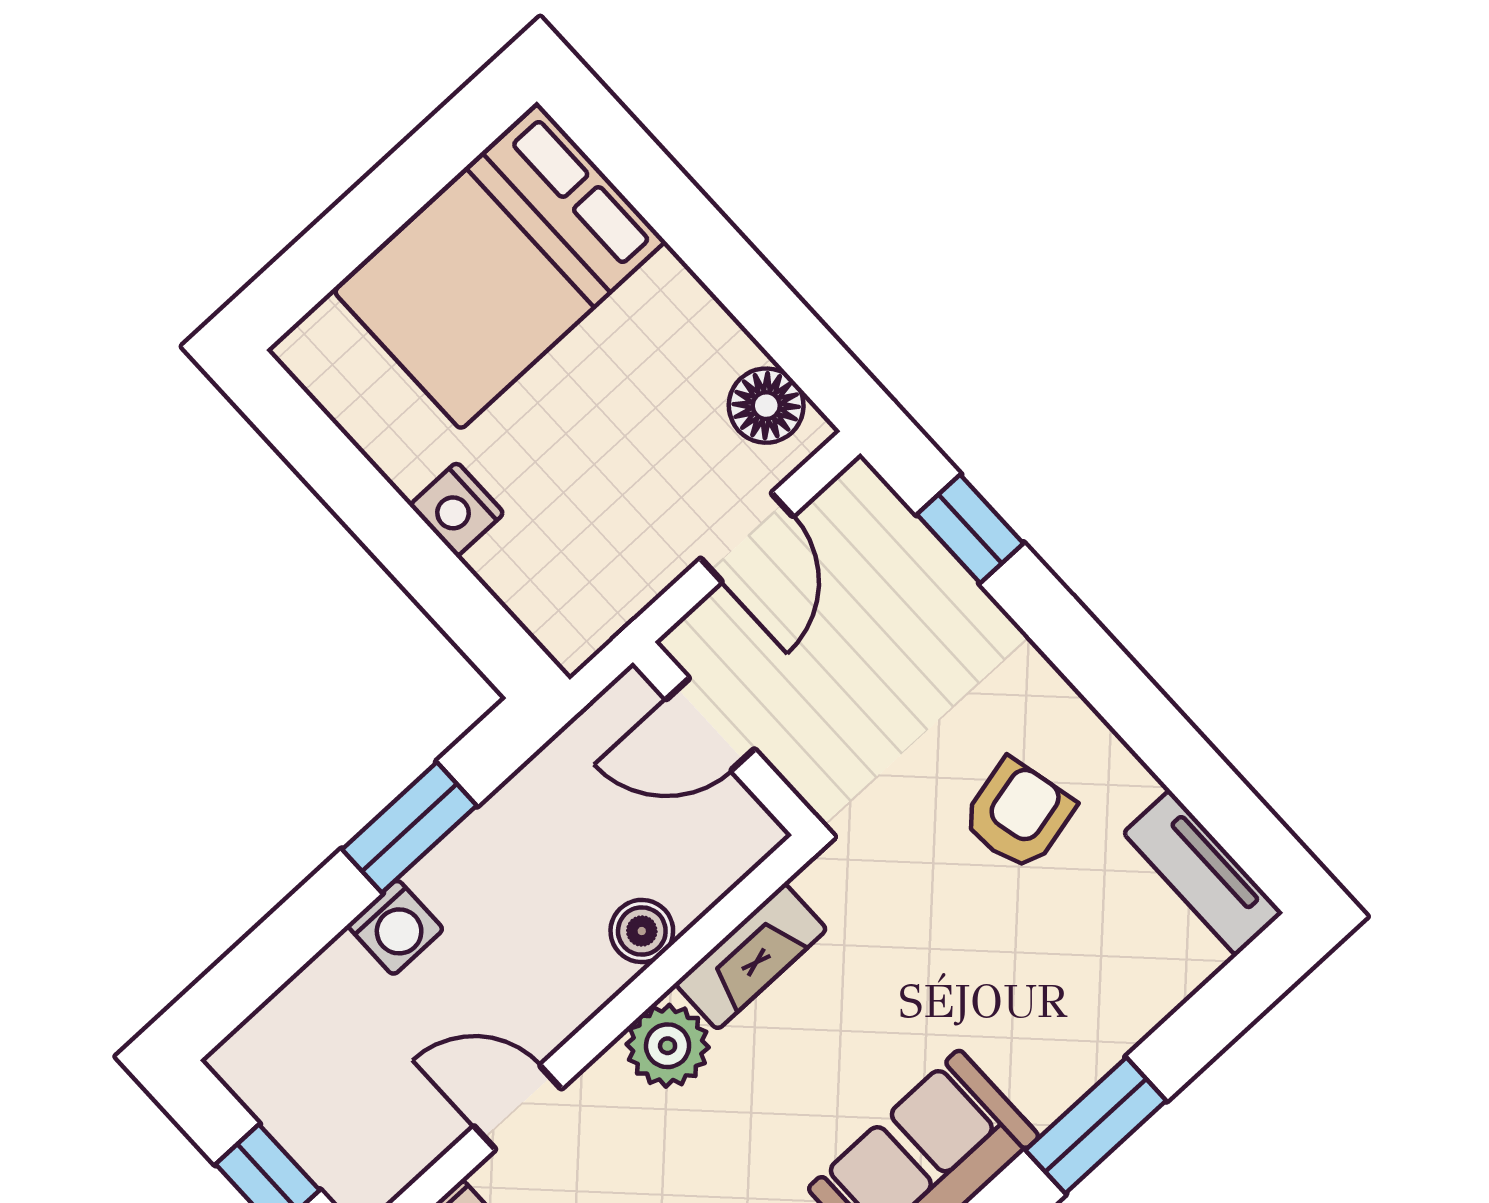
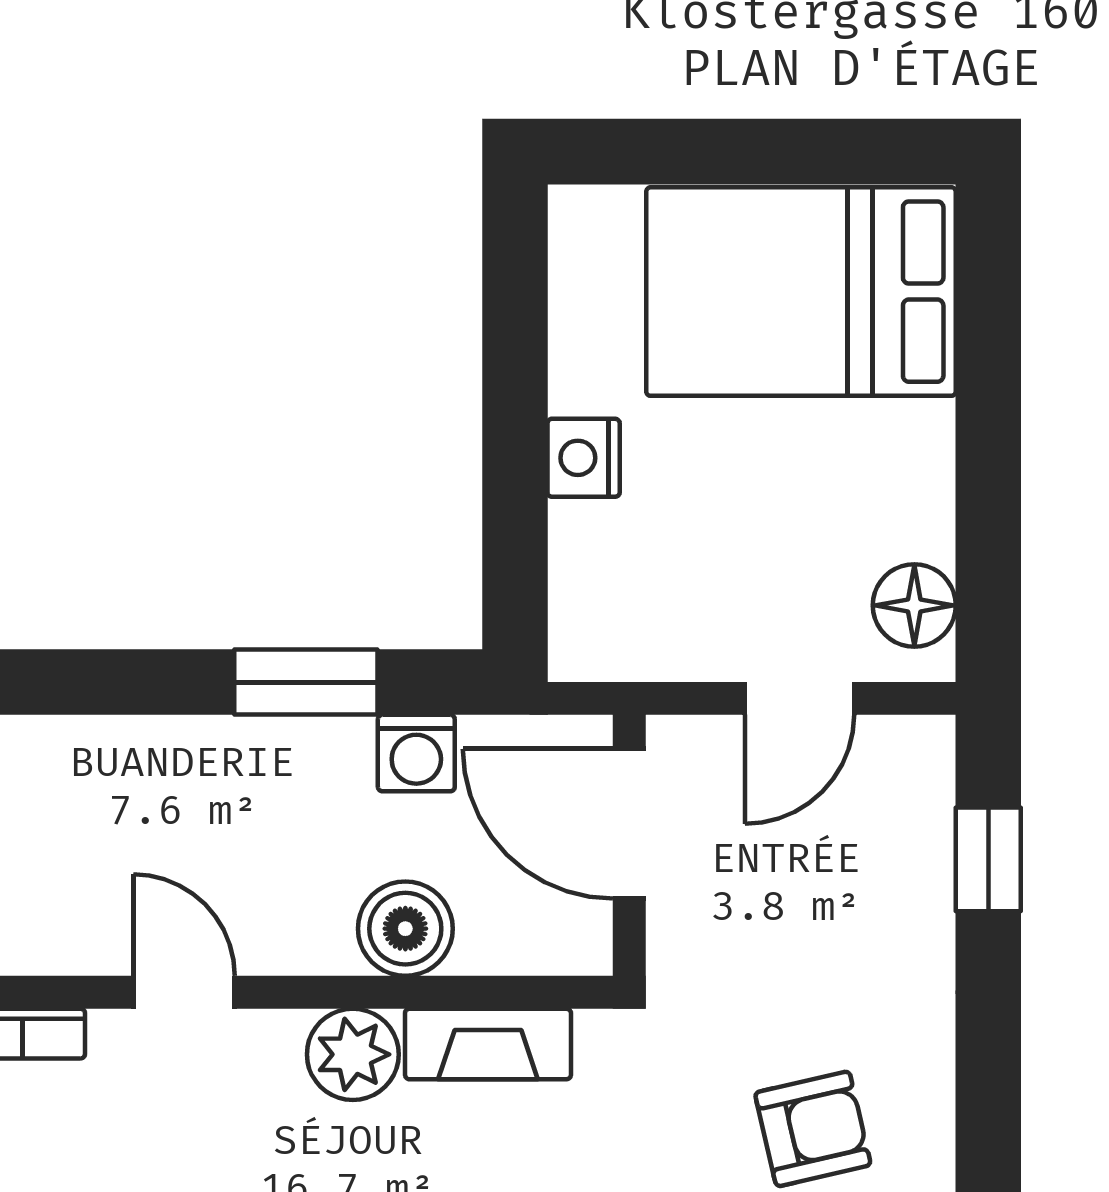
door: (710, 724) -> (629, 824), width x1.38
washing machine: (395, 927) -> (416, 753), moved
boiler: (642, 931) -> (405, 929), width x1.36, depth x1.36

